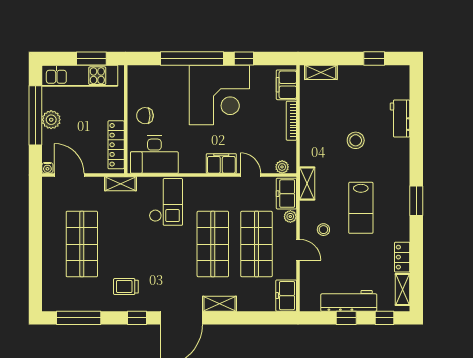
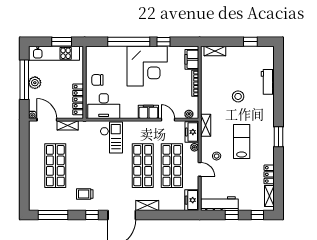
shelving: (121, 184) -> (68, 125), moved
lab bench: (361, 208) -> (242, 141), turned 180
workbench: (349, 301) -> (219, 204), moved

